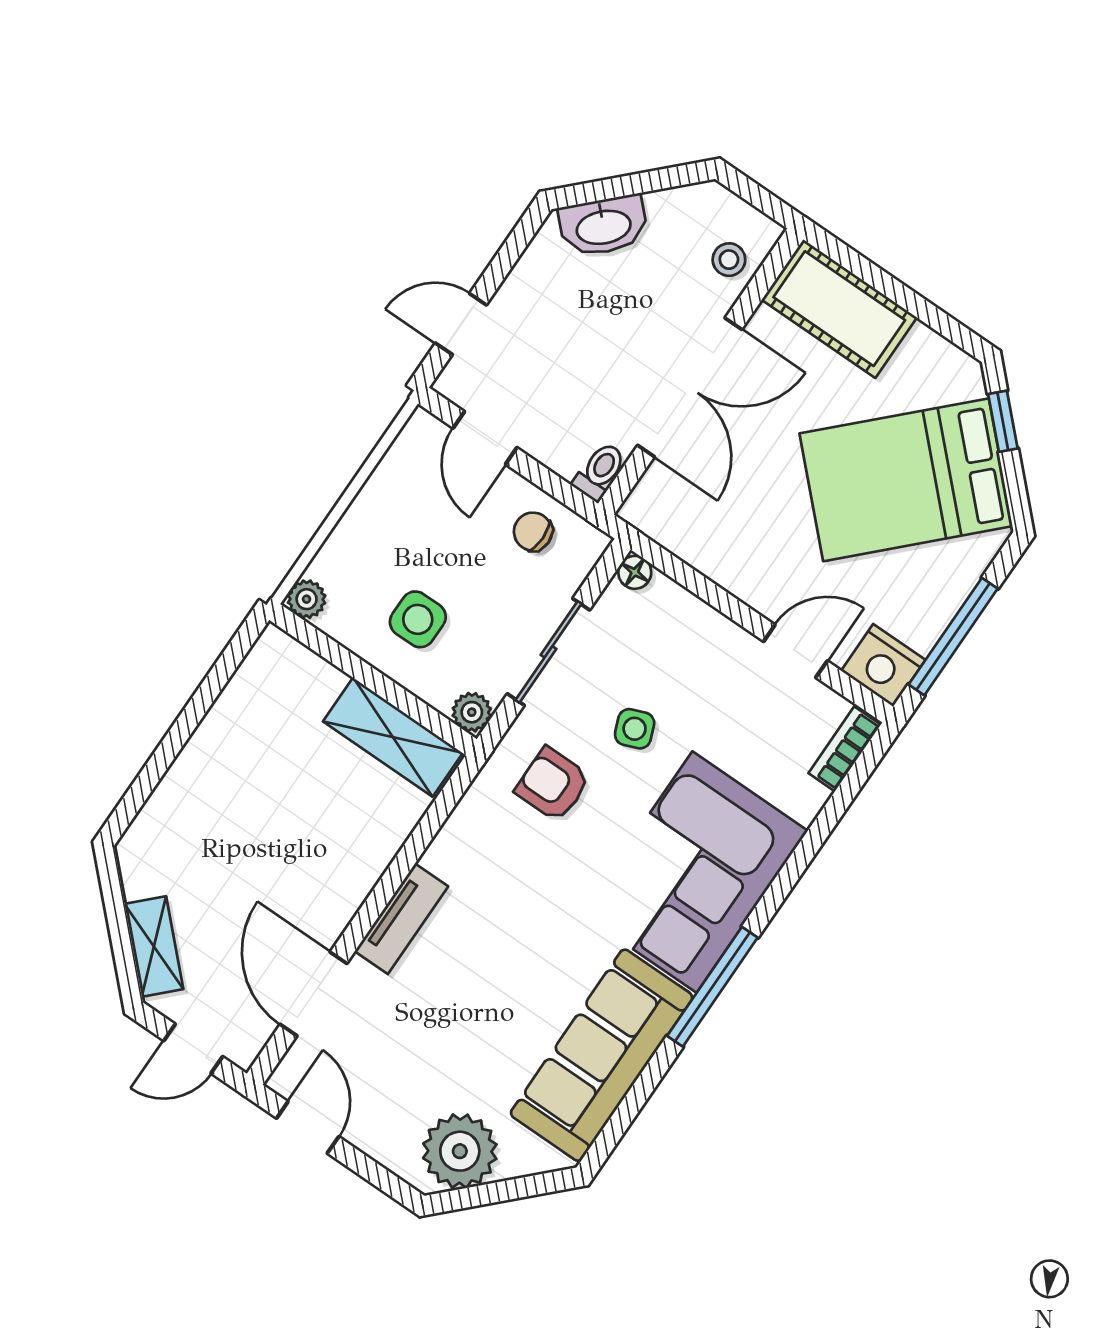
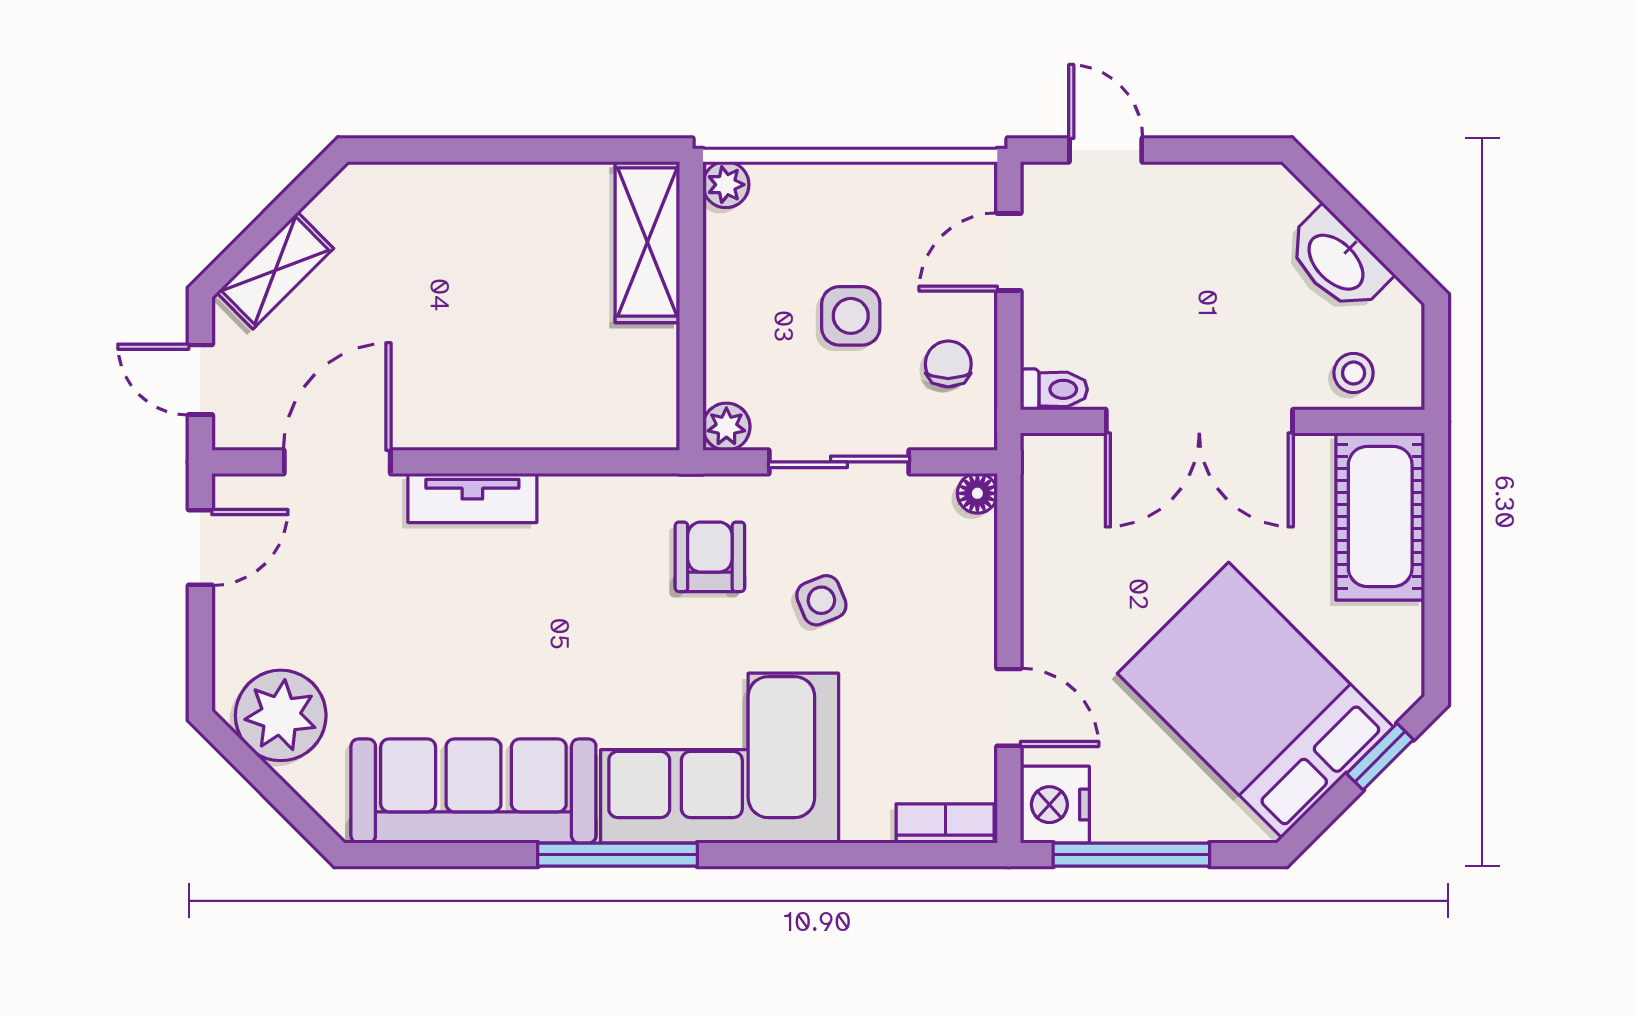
washbasin: (603, 226) -> (1337, 261), moved
side table: (418, 619) -> (851, 316), moved
shelving: (393, 737) -> (647, 242), moved

